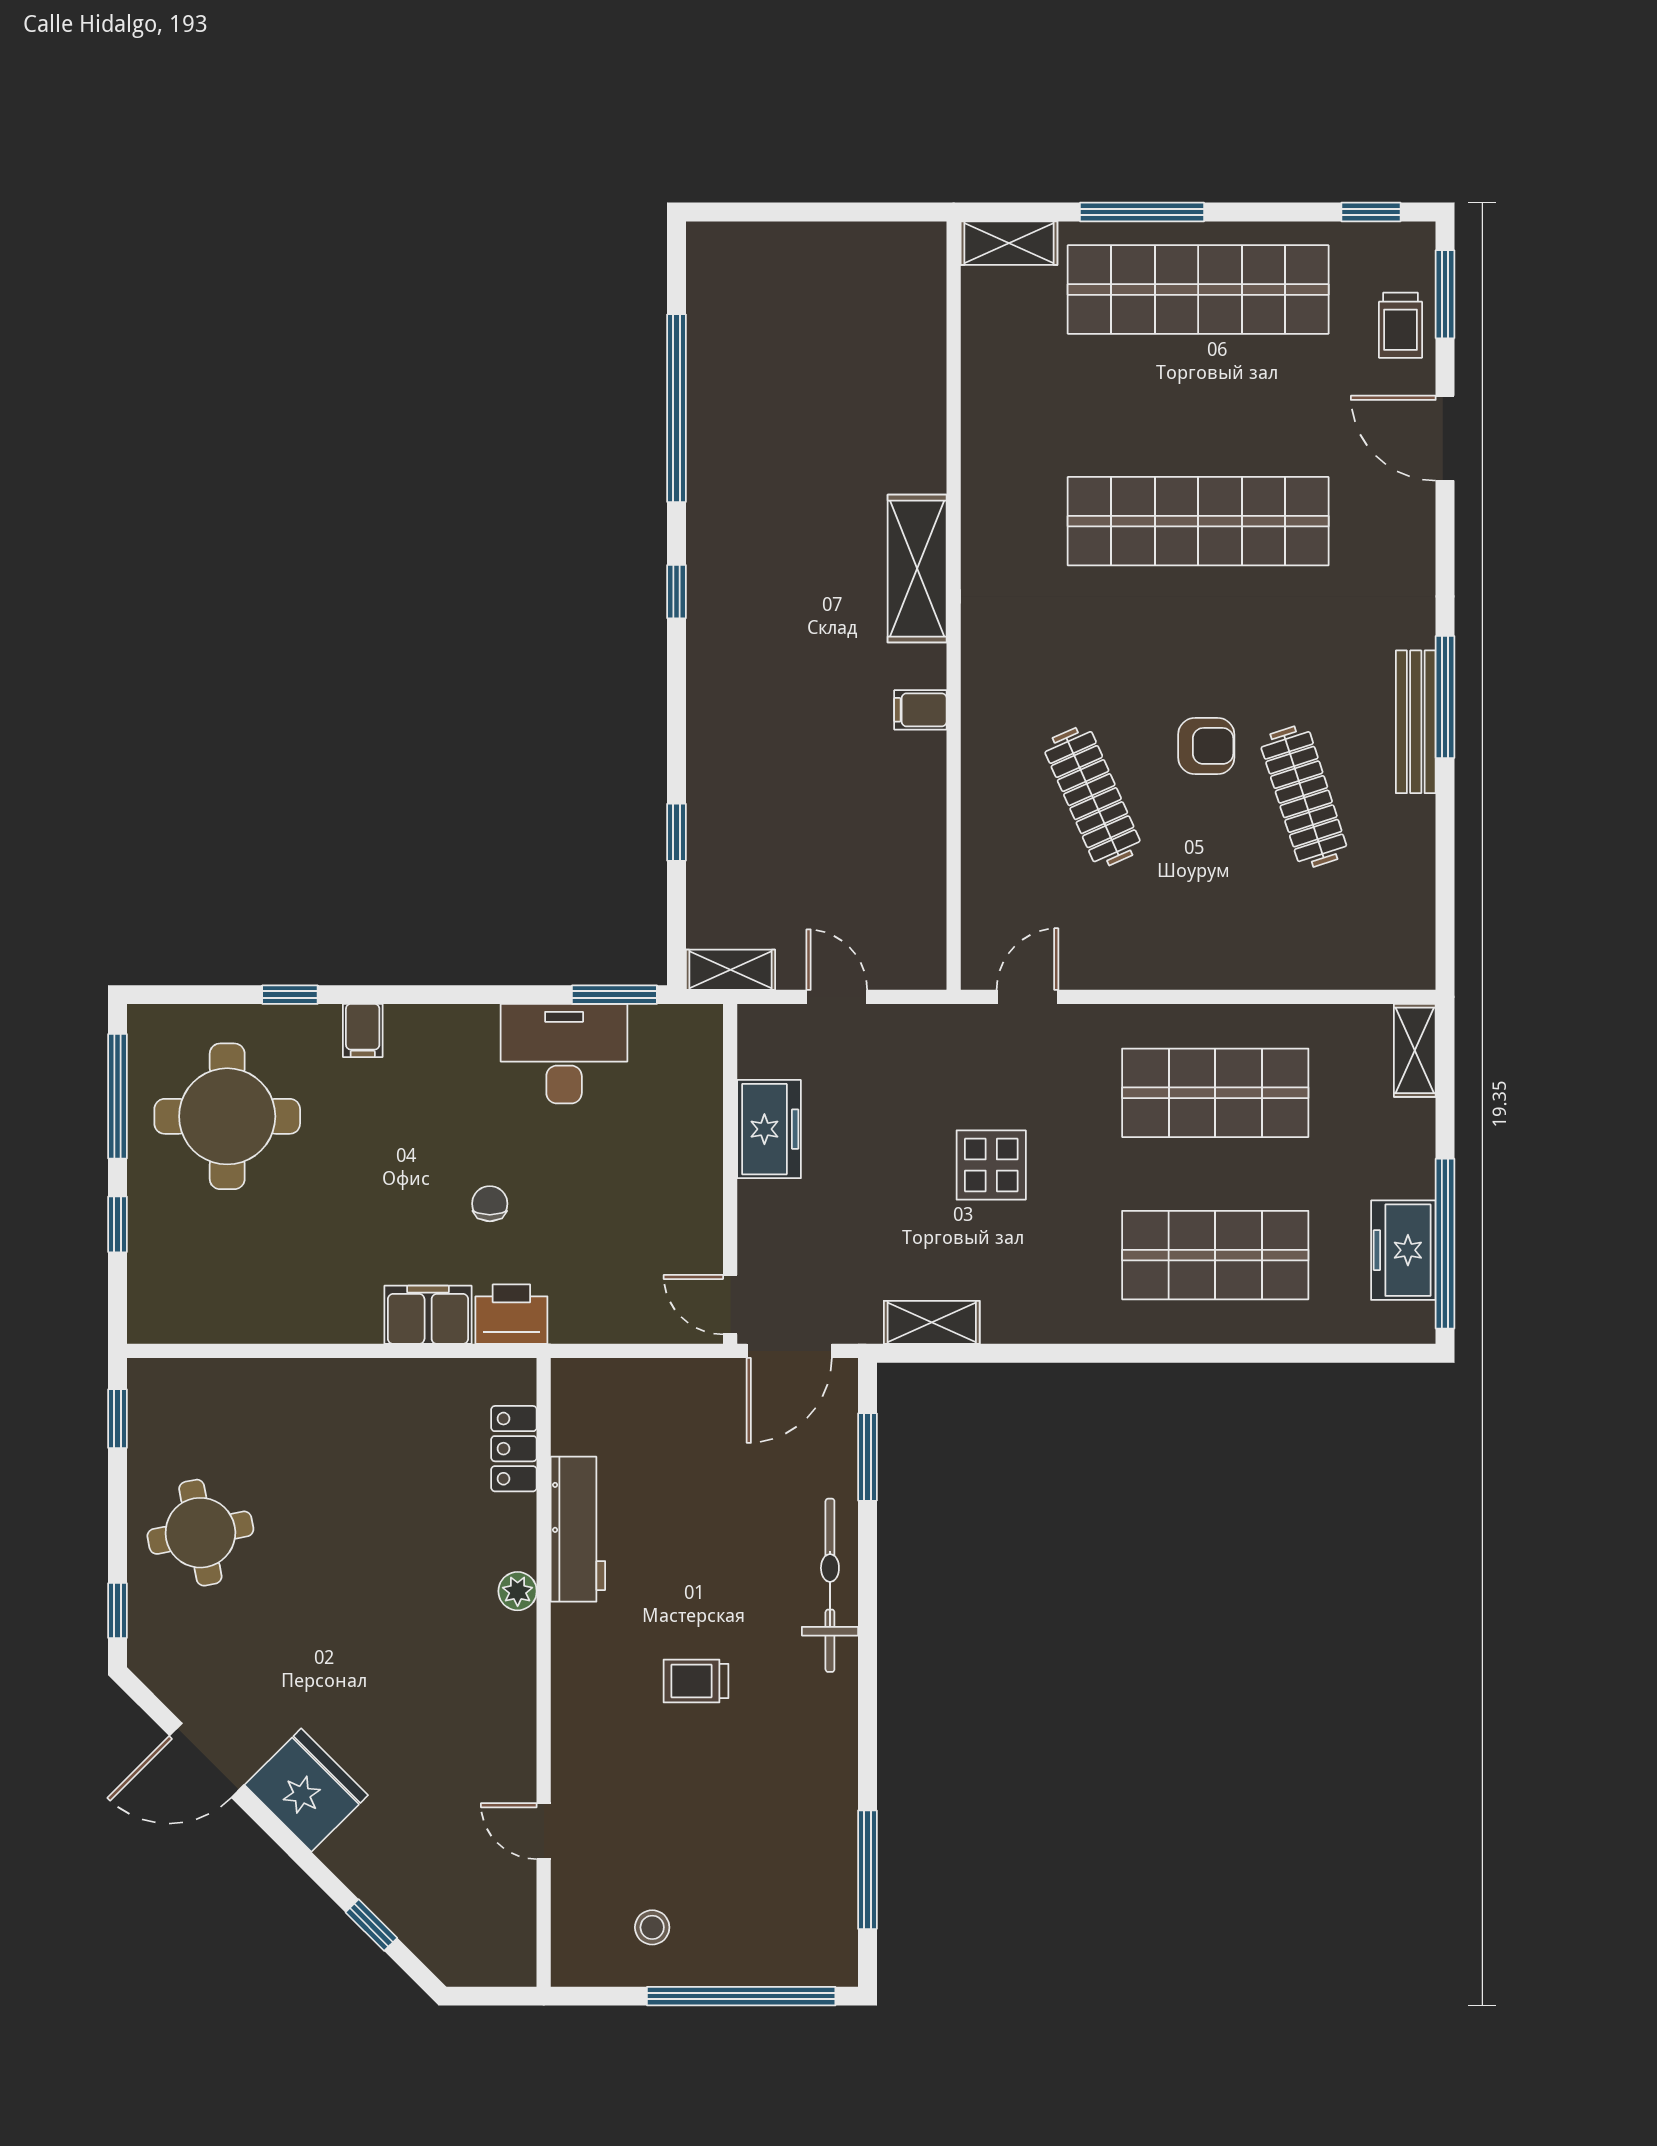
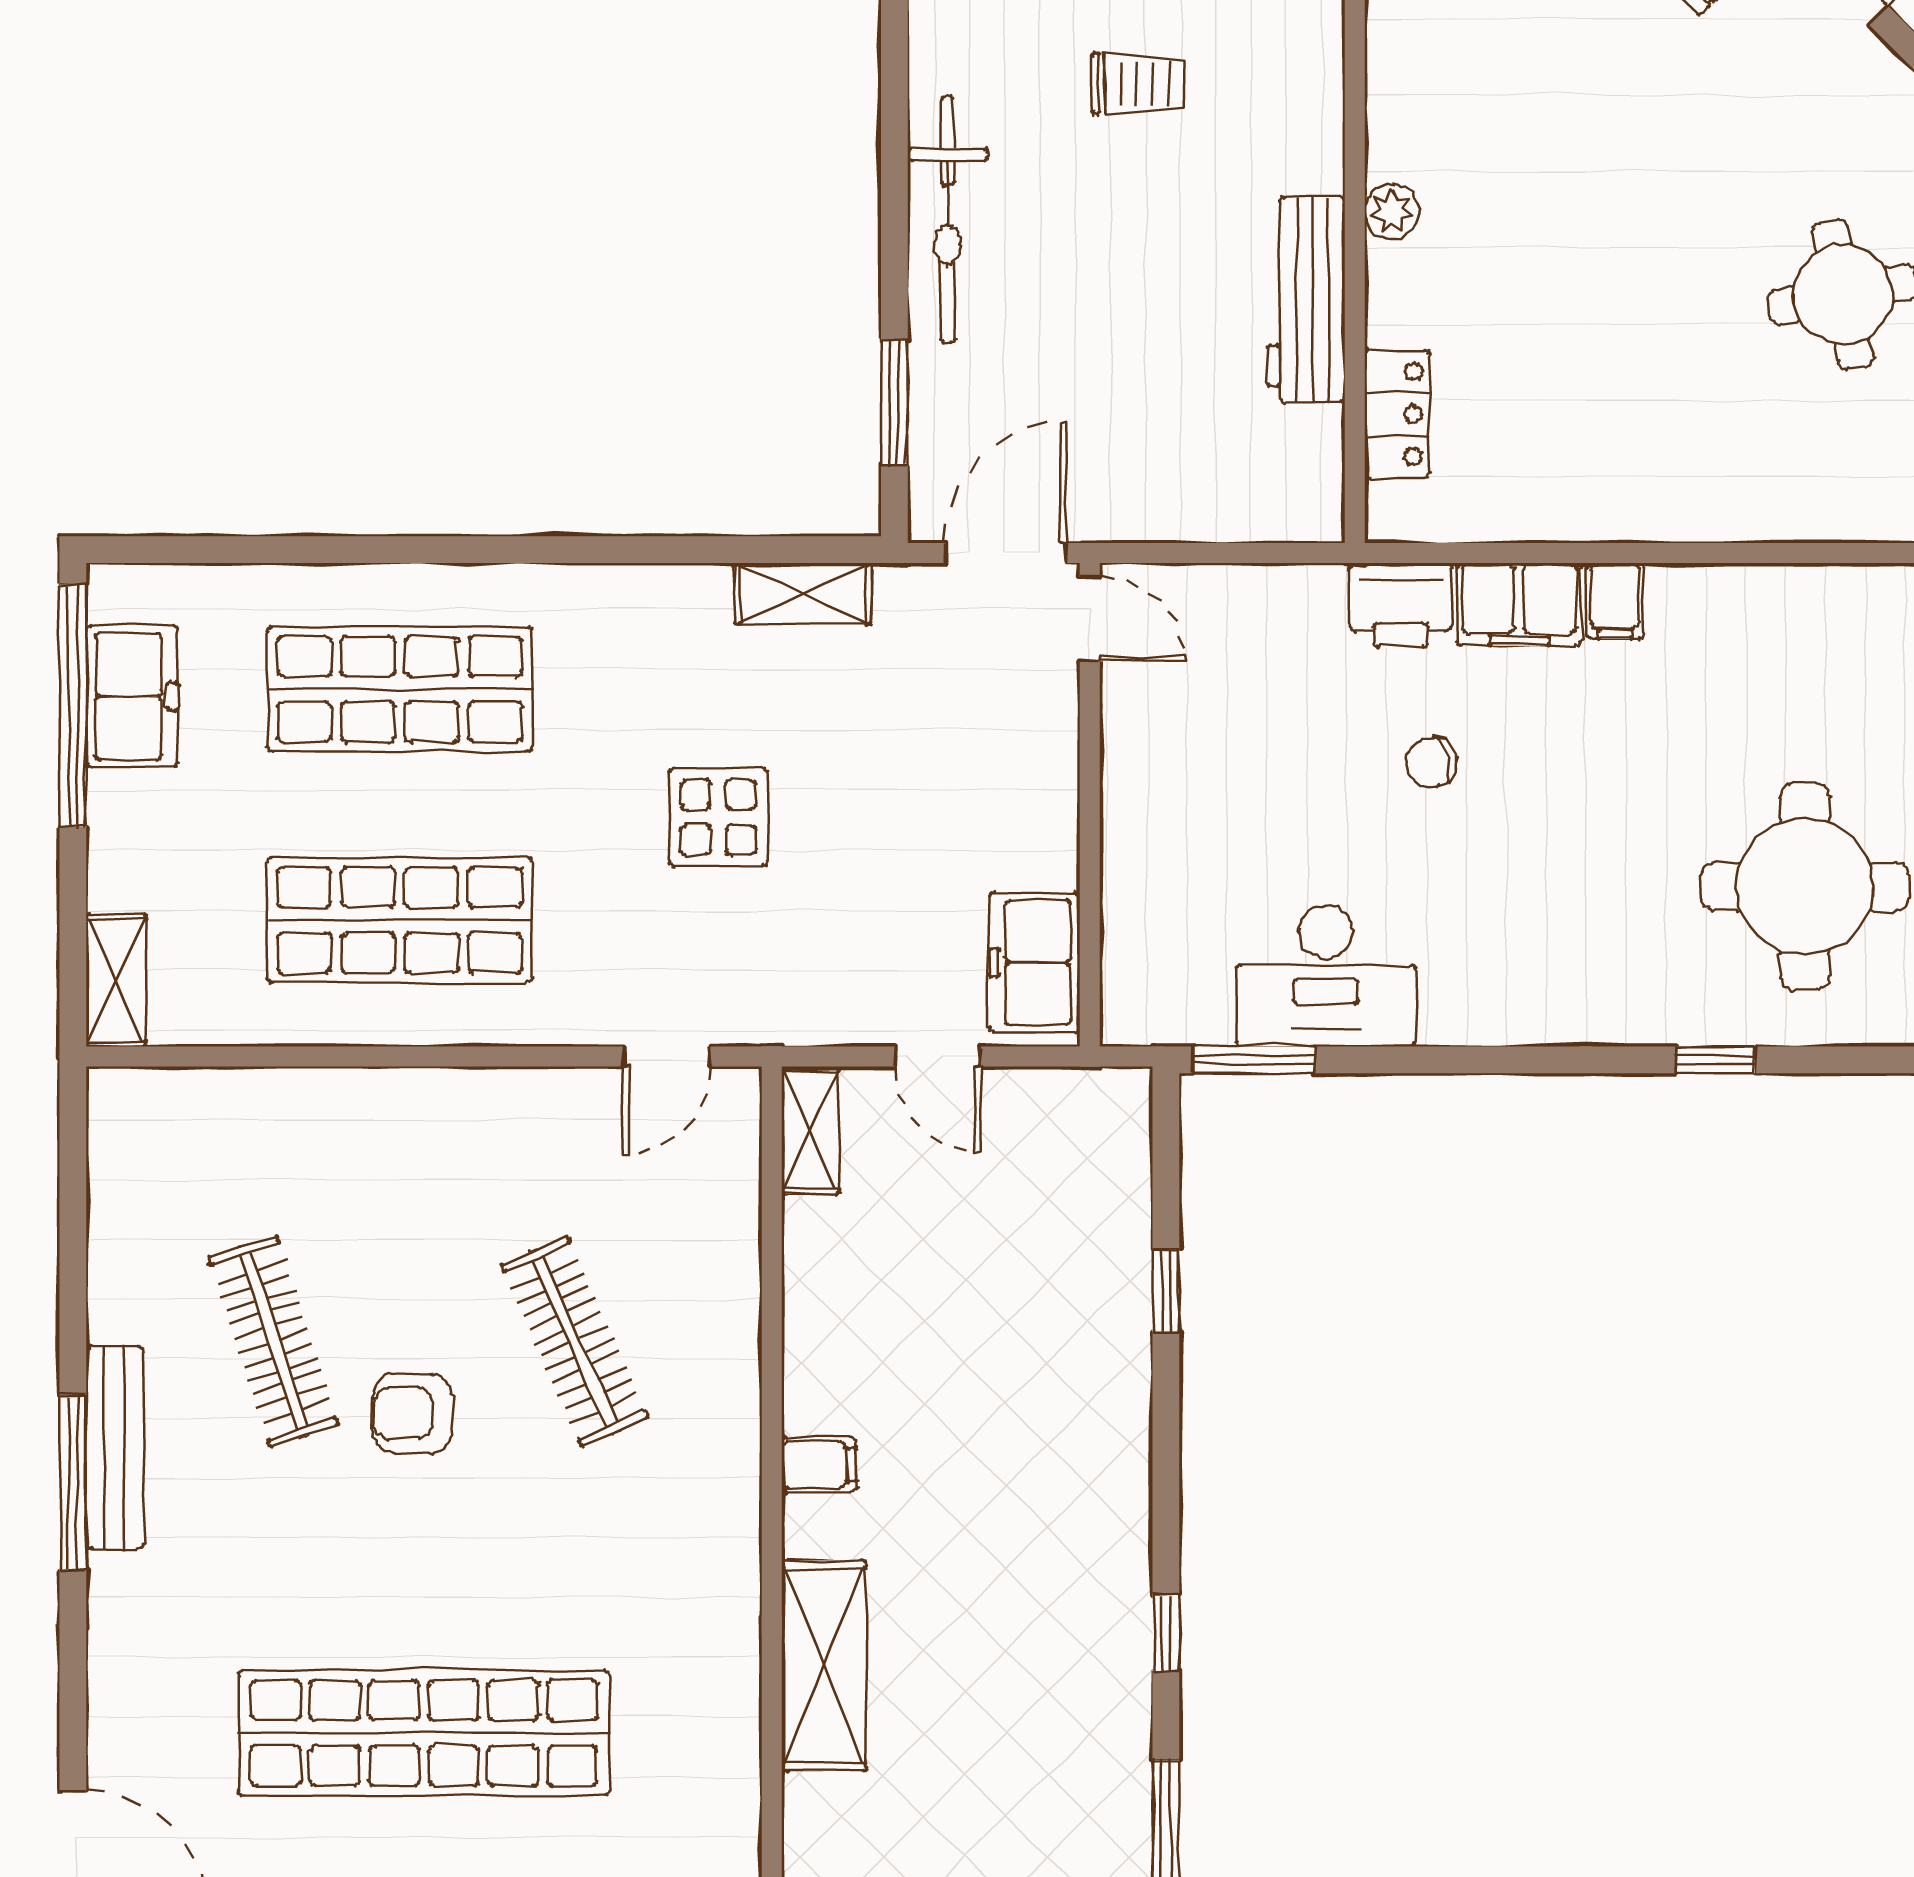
shelving: (730, 970) -> (810, 1130), moved, turned 90
filing cabinet: (363, 1030) -> (1615, 601), moved, turned 180
freezer: (769, 1129) -> (1034, 962), moved
chair: (490, 1204) -> (1431, 762), turned 72

